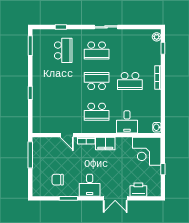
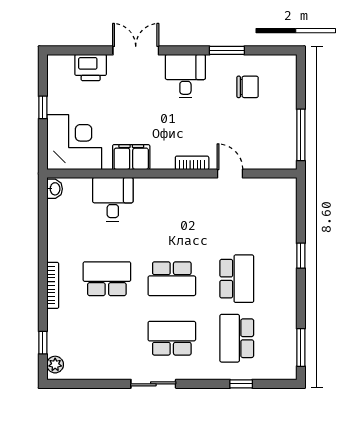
school desk: (97, 112) -> (237, 279), moved, turned 90
filing cabinet: (105, 144) -> (131, 157), moved

